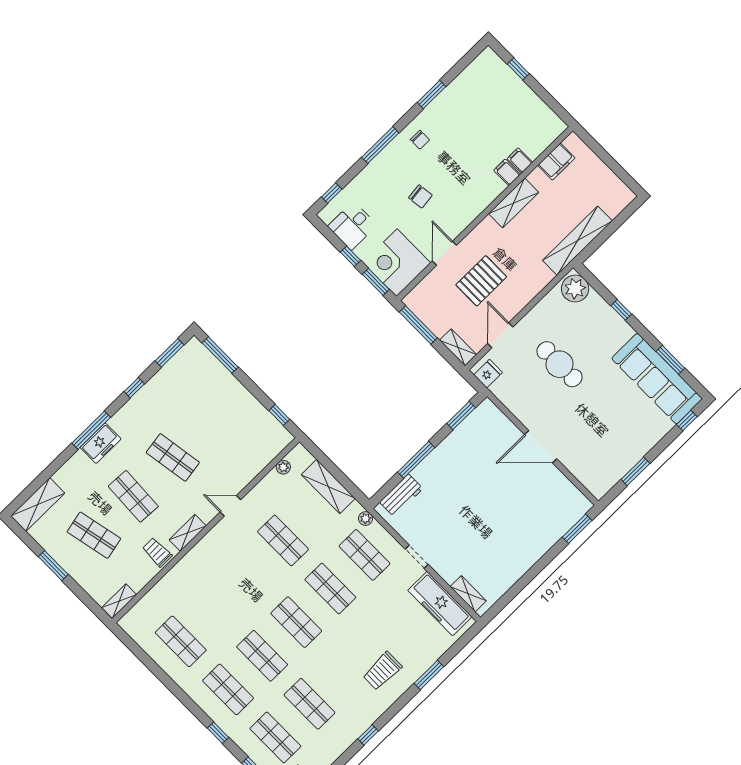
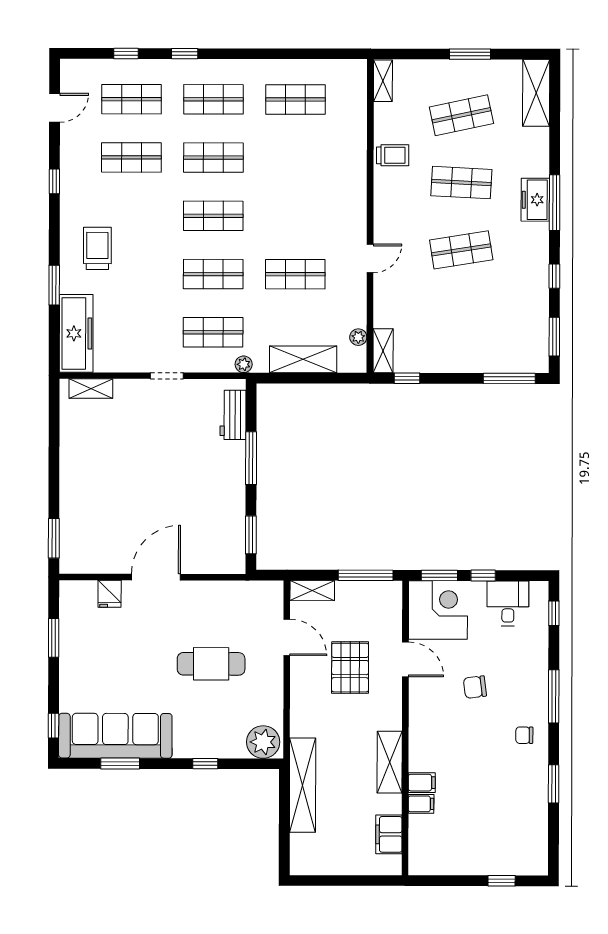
fridge: (488, 374) -> (110, 594), moved
shelving: (188, 533) -> (383, 351), moved
freezer: (440, 604) -> (76, 333), moved, turned 90

